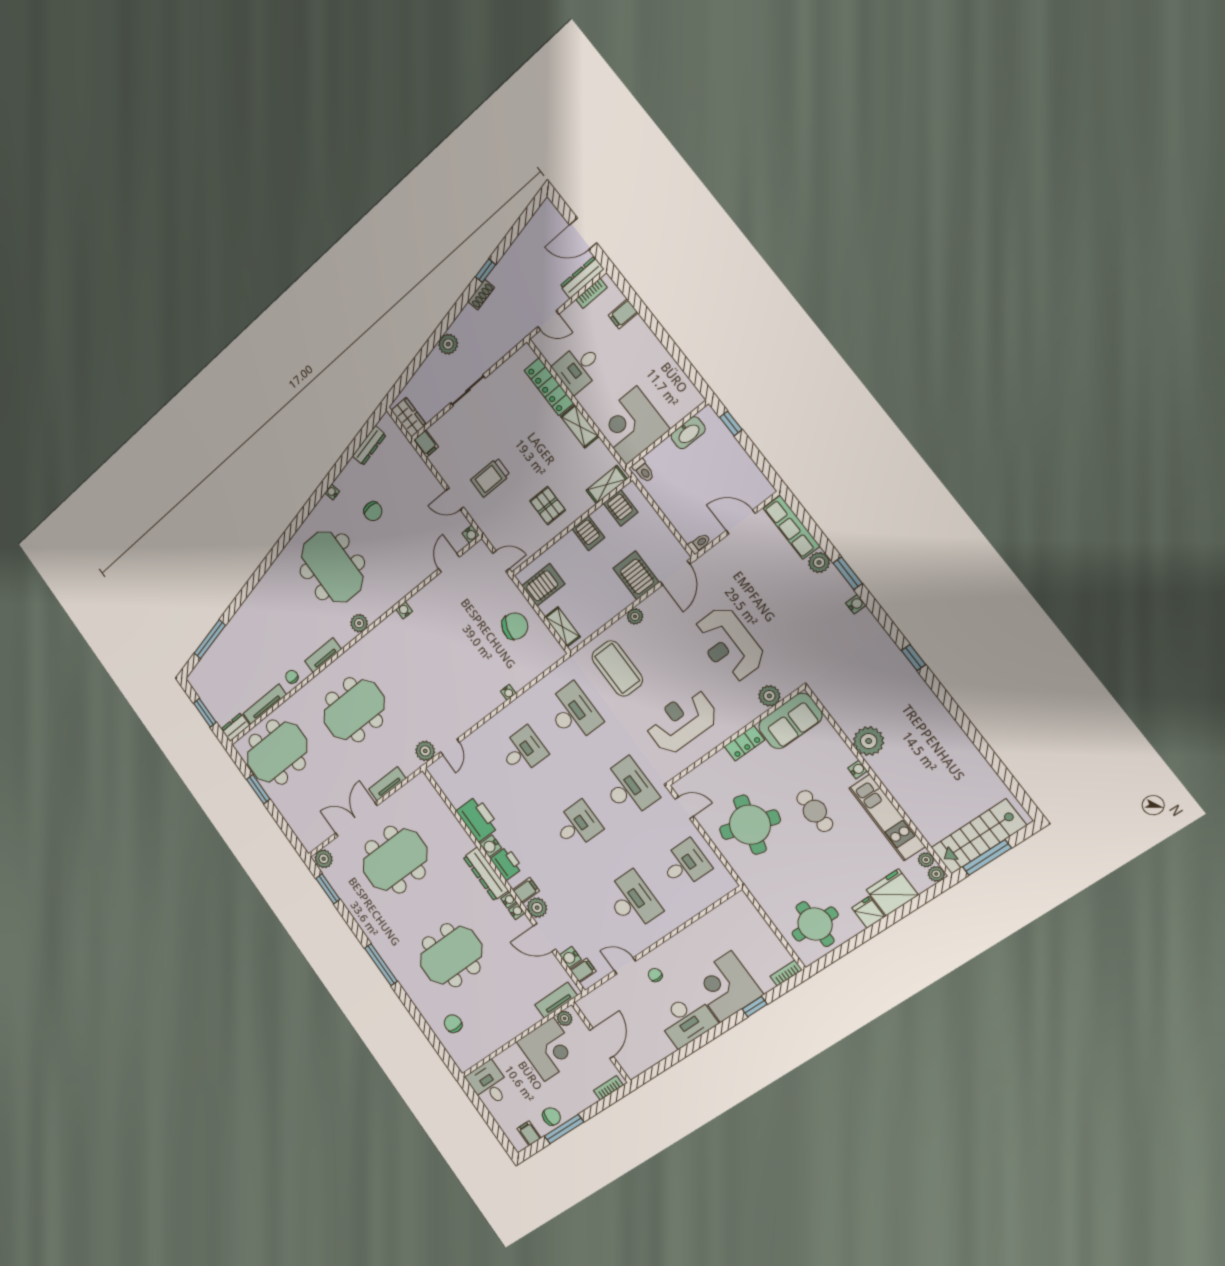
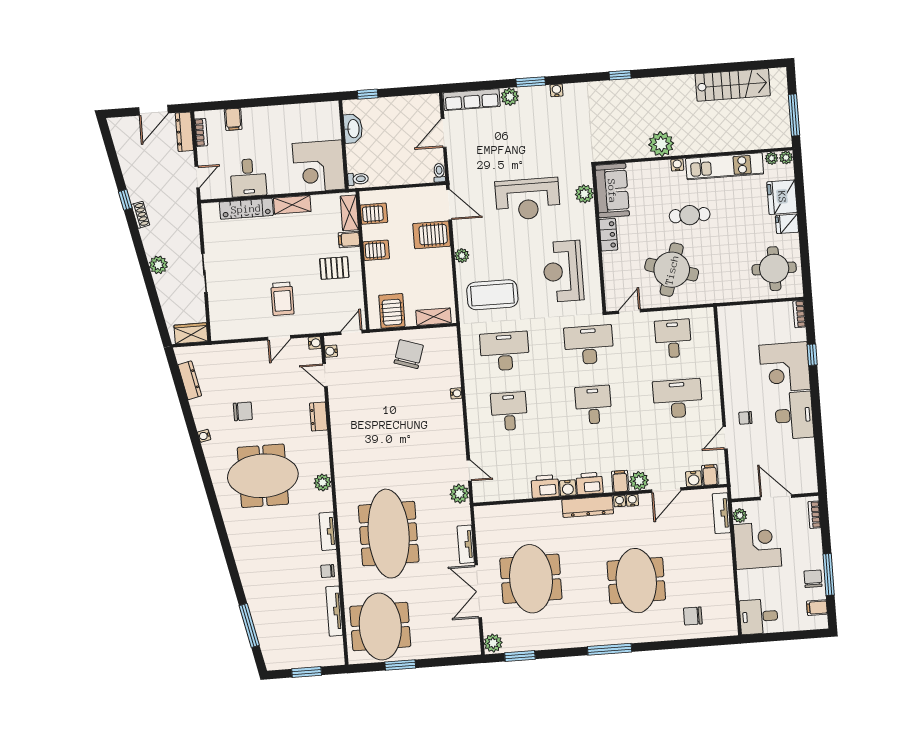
filing cabinet: (426, 444) -> (349, 240), moved, turned 180
water cooler: (404, 610) -> (331, 351), moved
meeting table: (354, 710) -> (389, 534), width x1.36
dresser: (235, 727) -> (318, 417), moved
printer: (478, 819) -> (545, 486), width x0.73, depth x0.84
stairs: (979, 837) -> (733, 85), moved, turned -90

